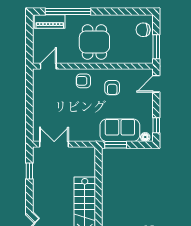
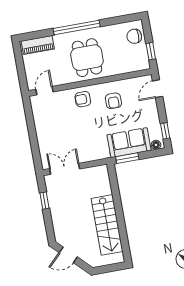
window: (68, 12) -> (77, 28), moved
window: (156, 47) -> (151, 51), width x0.67

